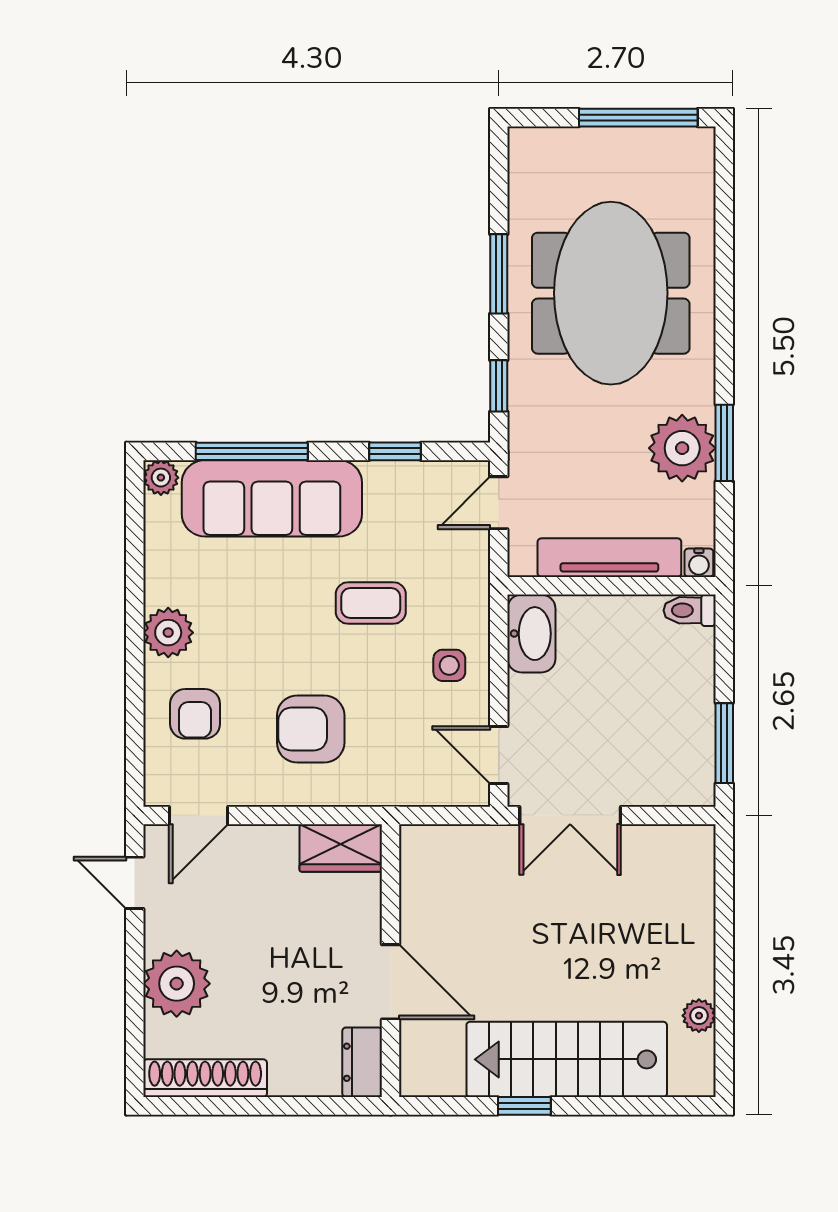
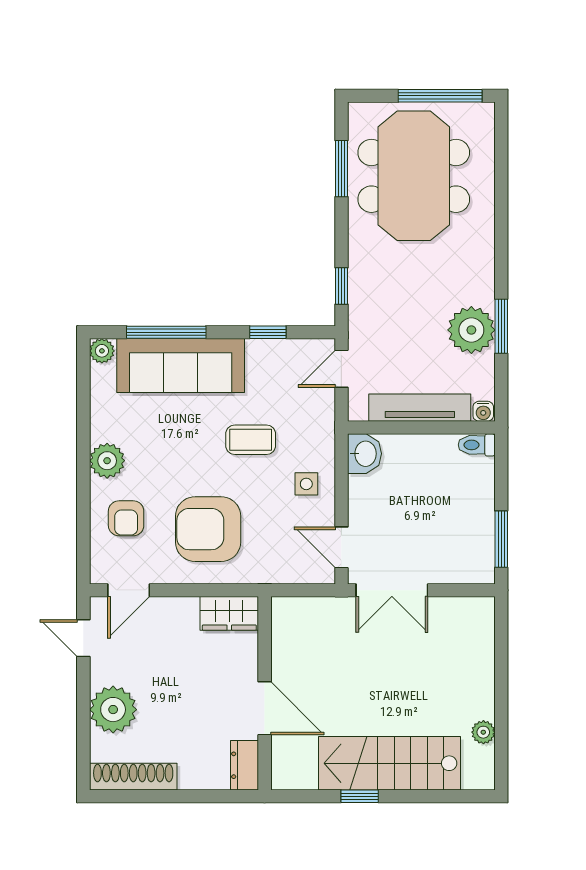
window: (499, 274) -> (341, 169), moved
meeting table: (611, 293) -> (414, 176), moved
washbasin: (531, 634) -> (365, 454), width x0.72
armchair: (311, 729) -> (208, 529), width x1.36, depth x1.36

